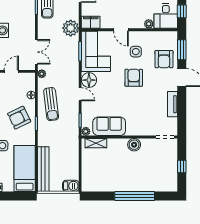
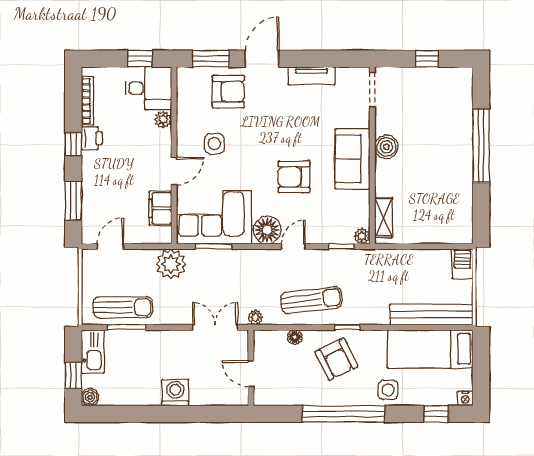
filing cabinet: (91, 22) -> (160, 208), moved
armchair: (134, 78) -> (294, 177), moved
sofa: (109, 126) -> (352, 159), moved

